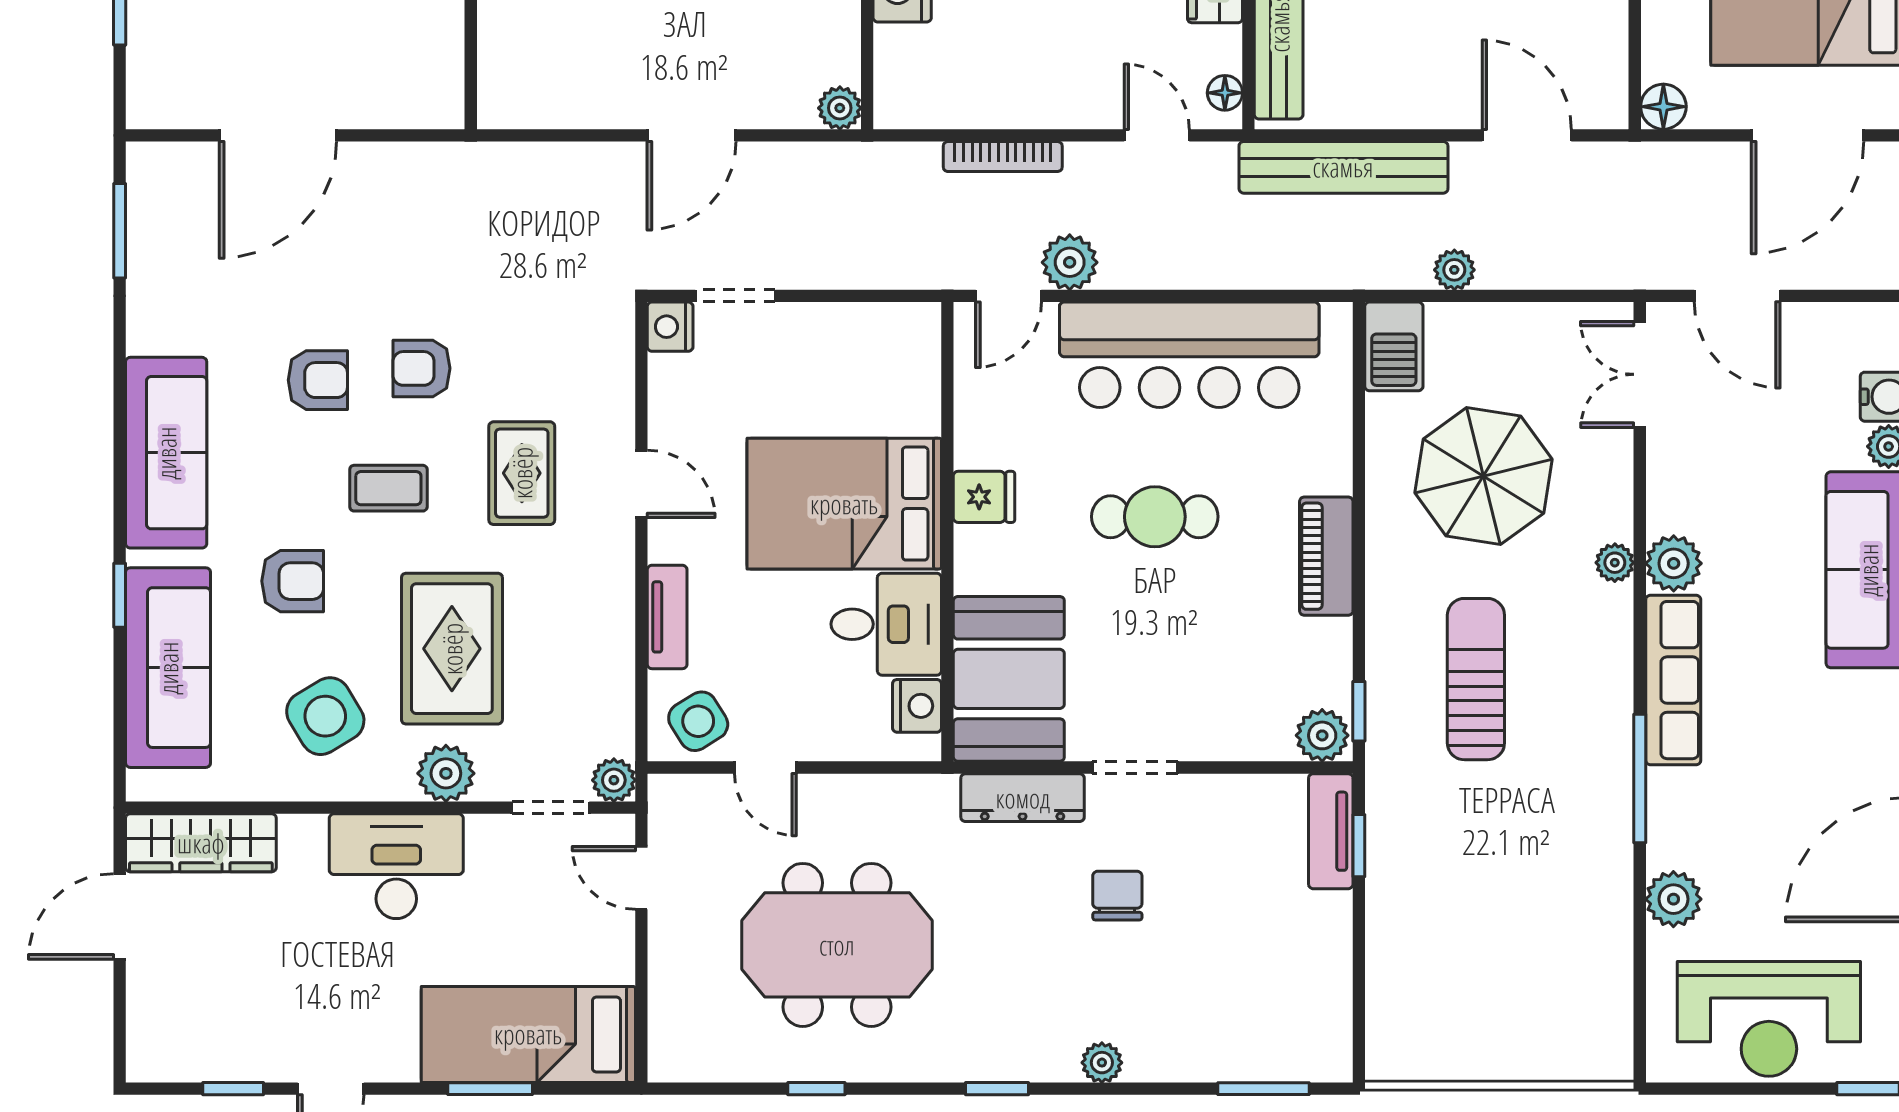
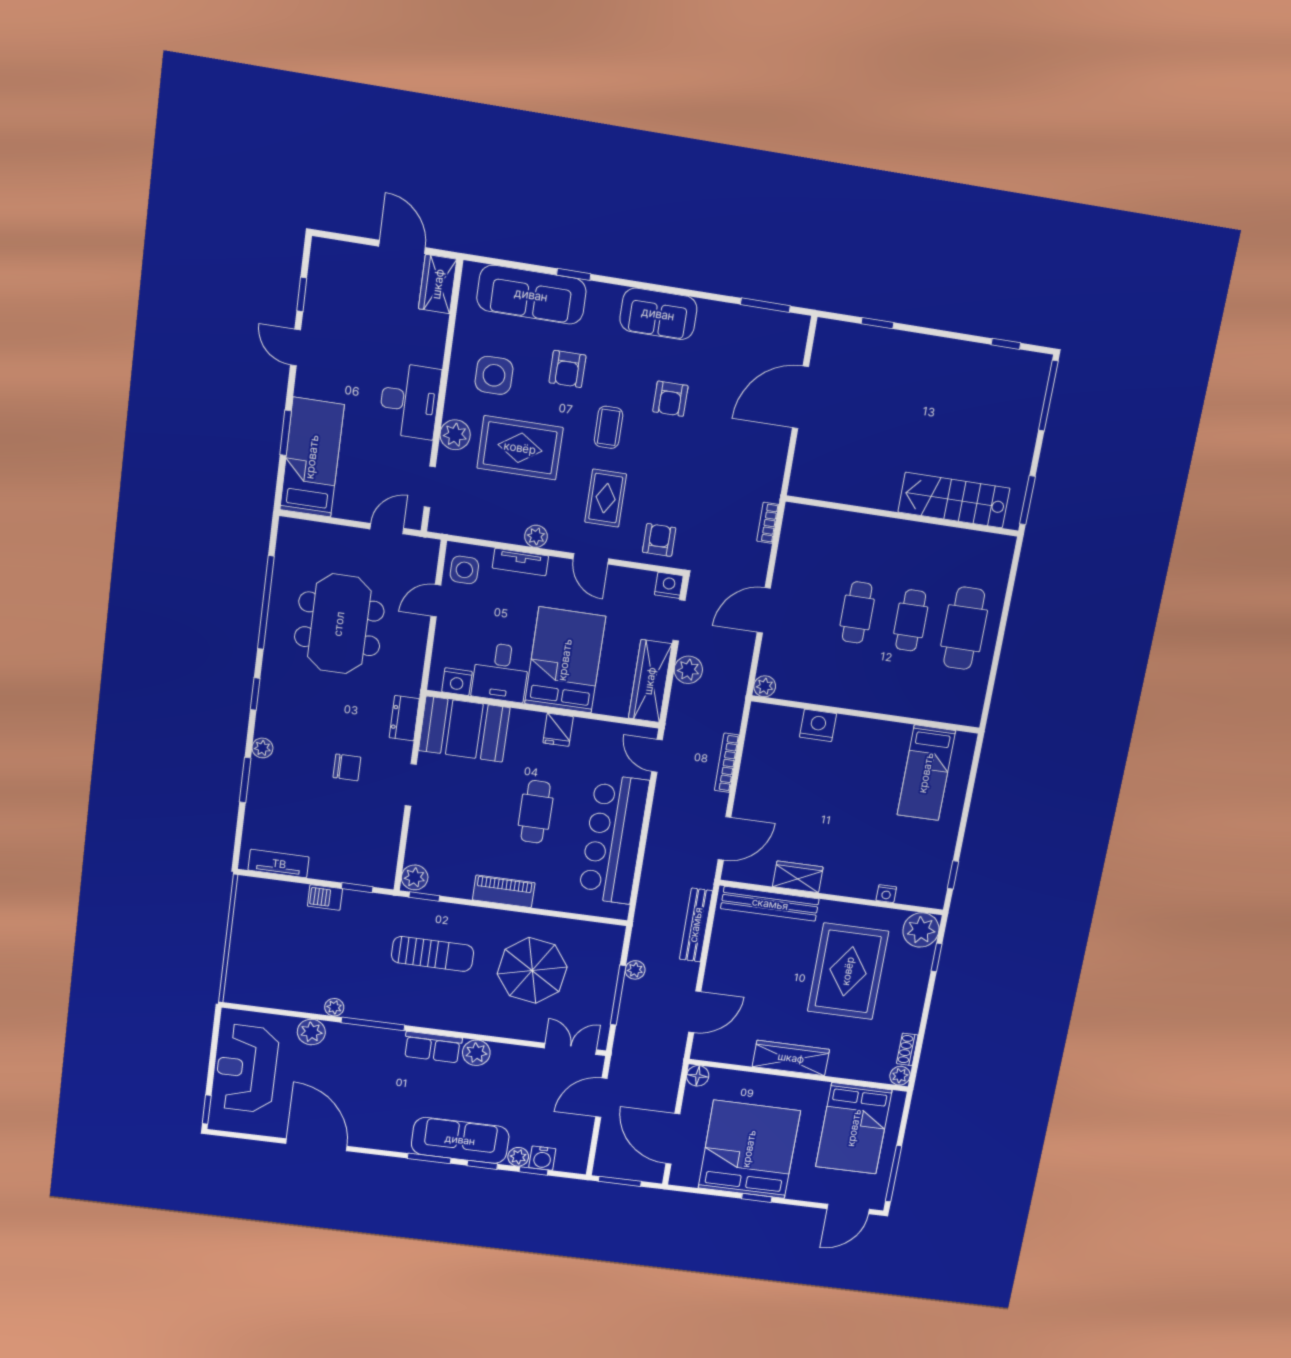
floor lamp: (1225, 93) -> (740, 874), removed
door: (278, 135) -> (800, 397), hinge flipped
door: (692, 135) -> (764, 610), hinge flipped
door: (1157, 135) -> (725, 838), width x1.37
bookcase: (522, 157) -> (768, 523), added
bench: (1343, 167) -> (696, 925), width x0.73, depth x0.82
plant: (1070, 262) -> (688, 670), moved
window: (1512, 296) -> (618, 995), added
wardrobe: (862, 333) -> (650, 681), added
barbecue: (1394, 346) -> (325, 897), moved, width x0.73, depth x0.79
armchair: (421, 368) -> (659, 540), moved
sofa: (166, 453) -> (658, 314), width x0.73
rug: (522, 473) -> (606, 498), turned 90
door: (641, 484) -> (591, 559), hinge flipped
plant: (1615, 563) -> (334, 1007), moved
row of seats: (1673, 680) -> (433, 1047), width x0.68
side table: (325, 716) -> (494, 375), turned 31
side table: (698, 721) -> (464, 570), turned 32
plant: (614, 780) -> (536, 536), moved
dresser: (1023, 798) -> (404, 718), width x0.70
tv unit: (1331, 831) -> (279, 864), moved
wardrobe: (201, 843) -> (438, 284), width x0.67
window: (816, 1089) -> (266, 603), width x3.17
window: (1263, 1089) -> (245, 780), moved

